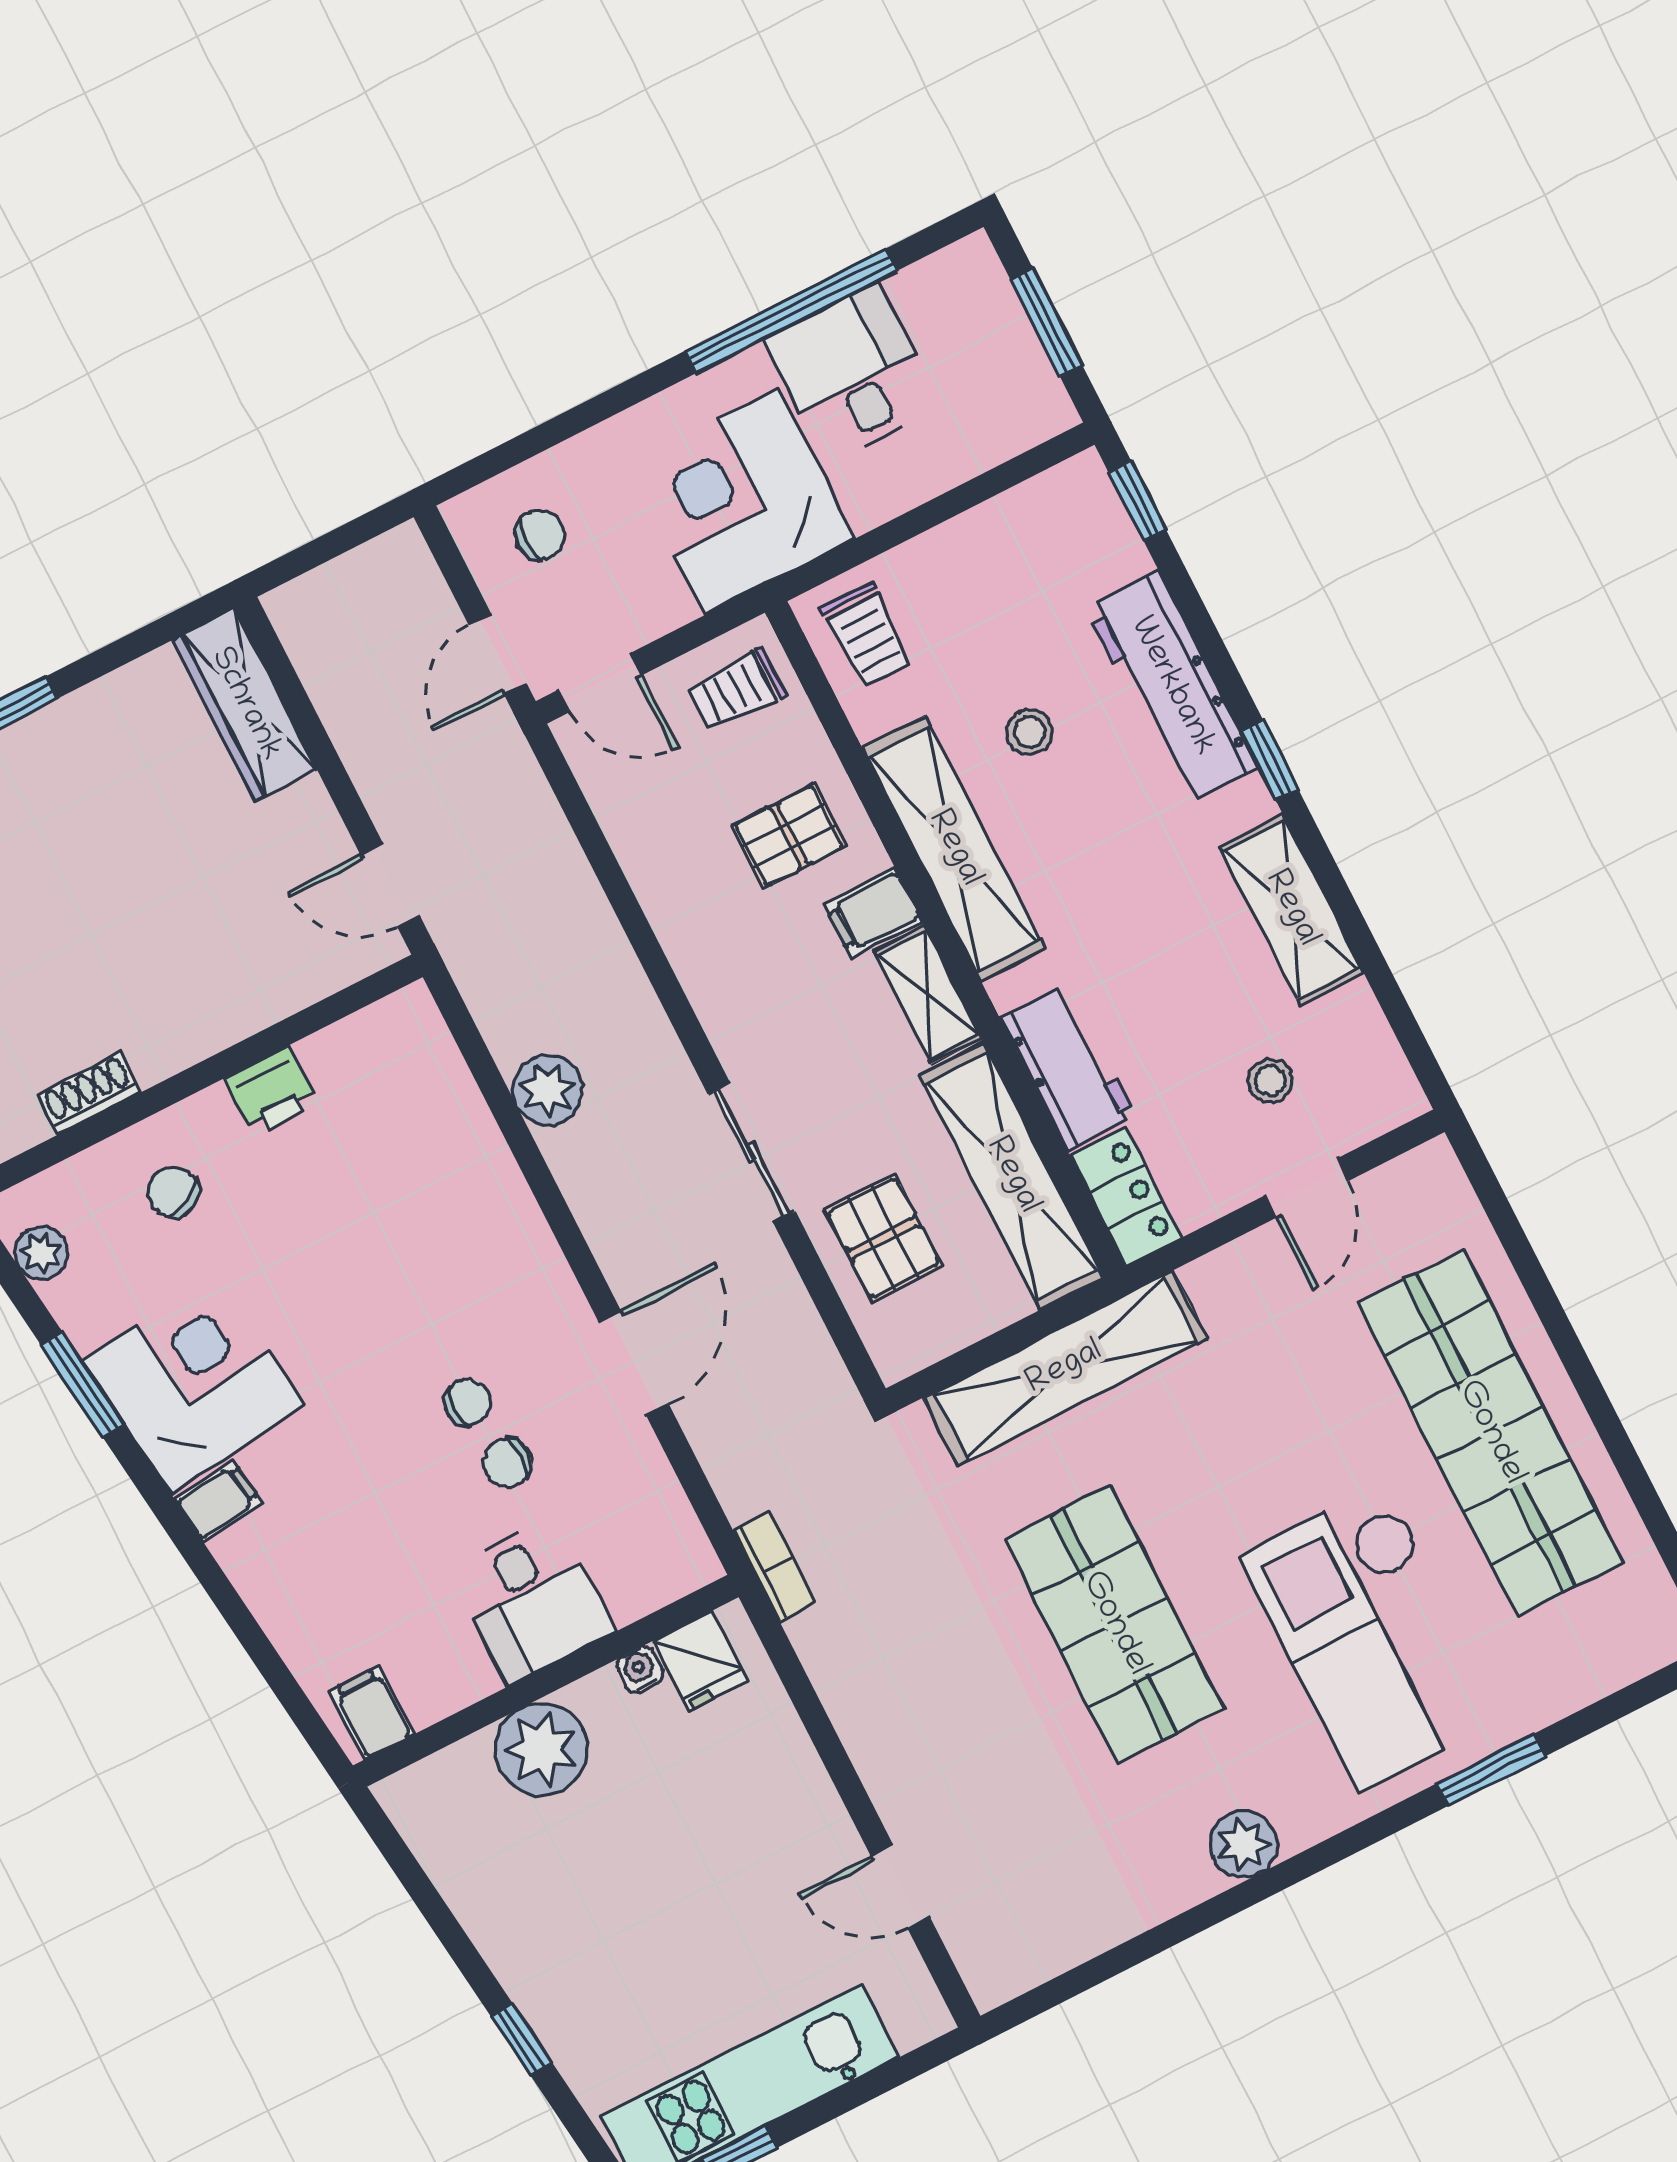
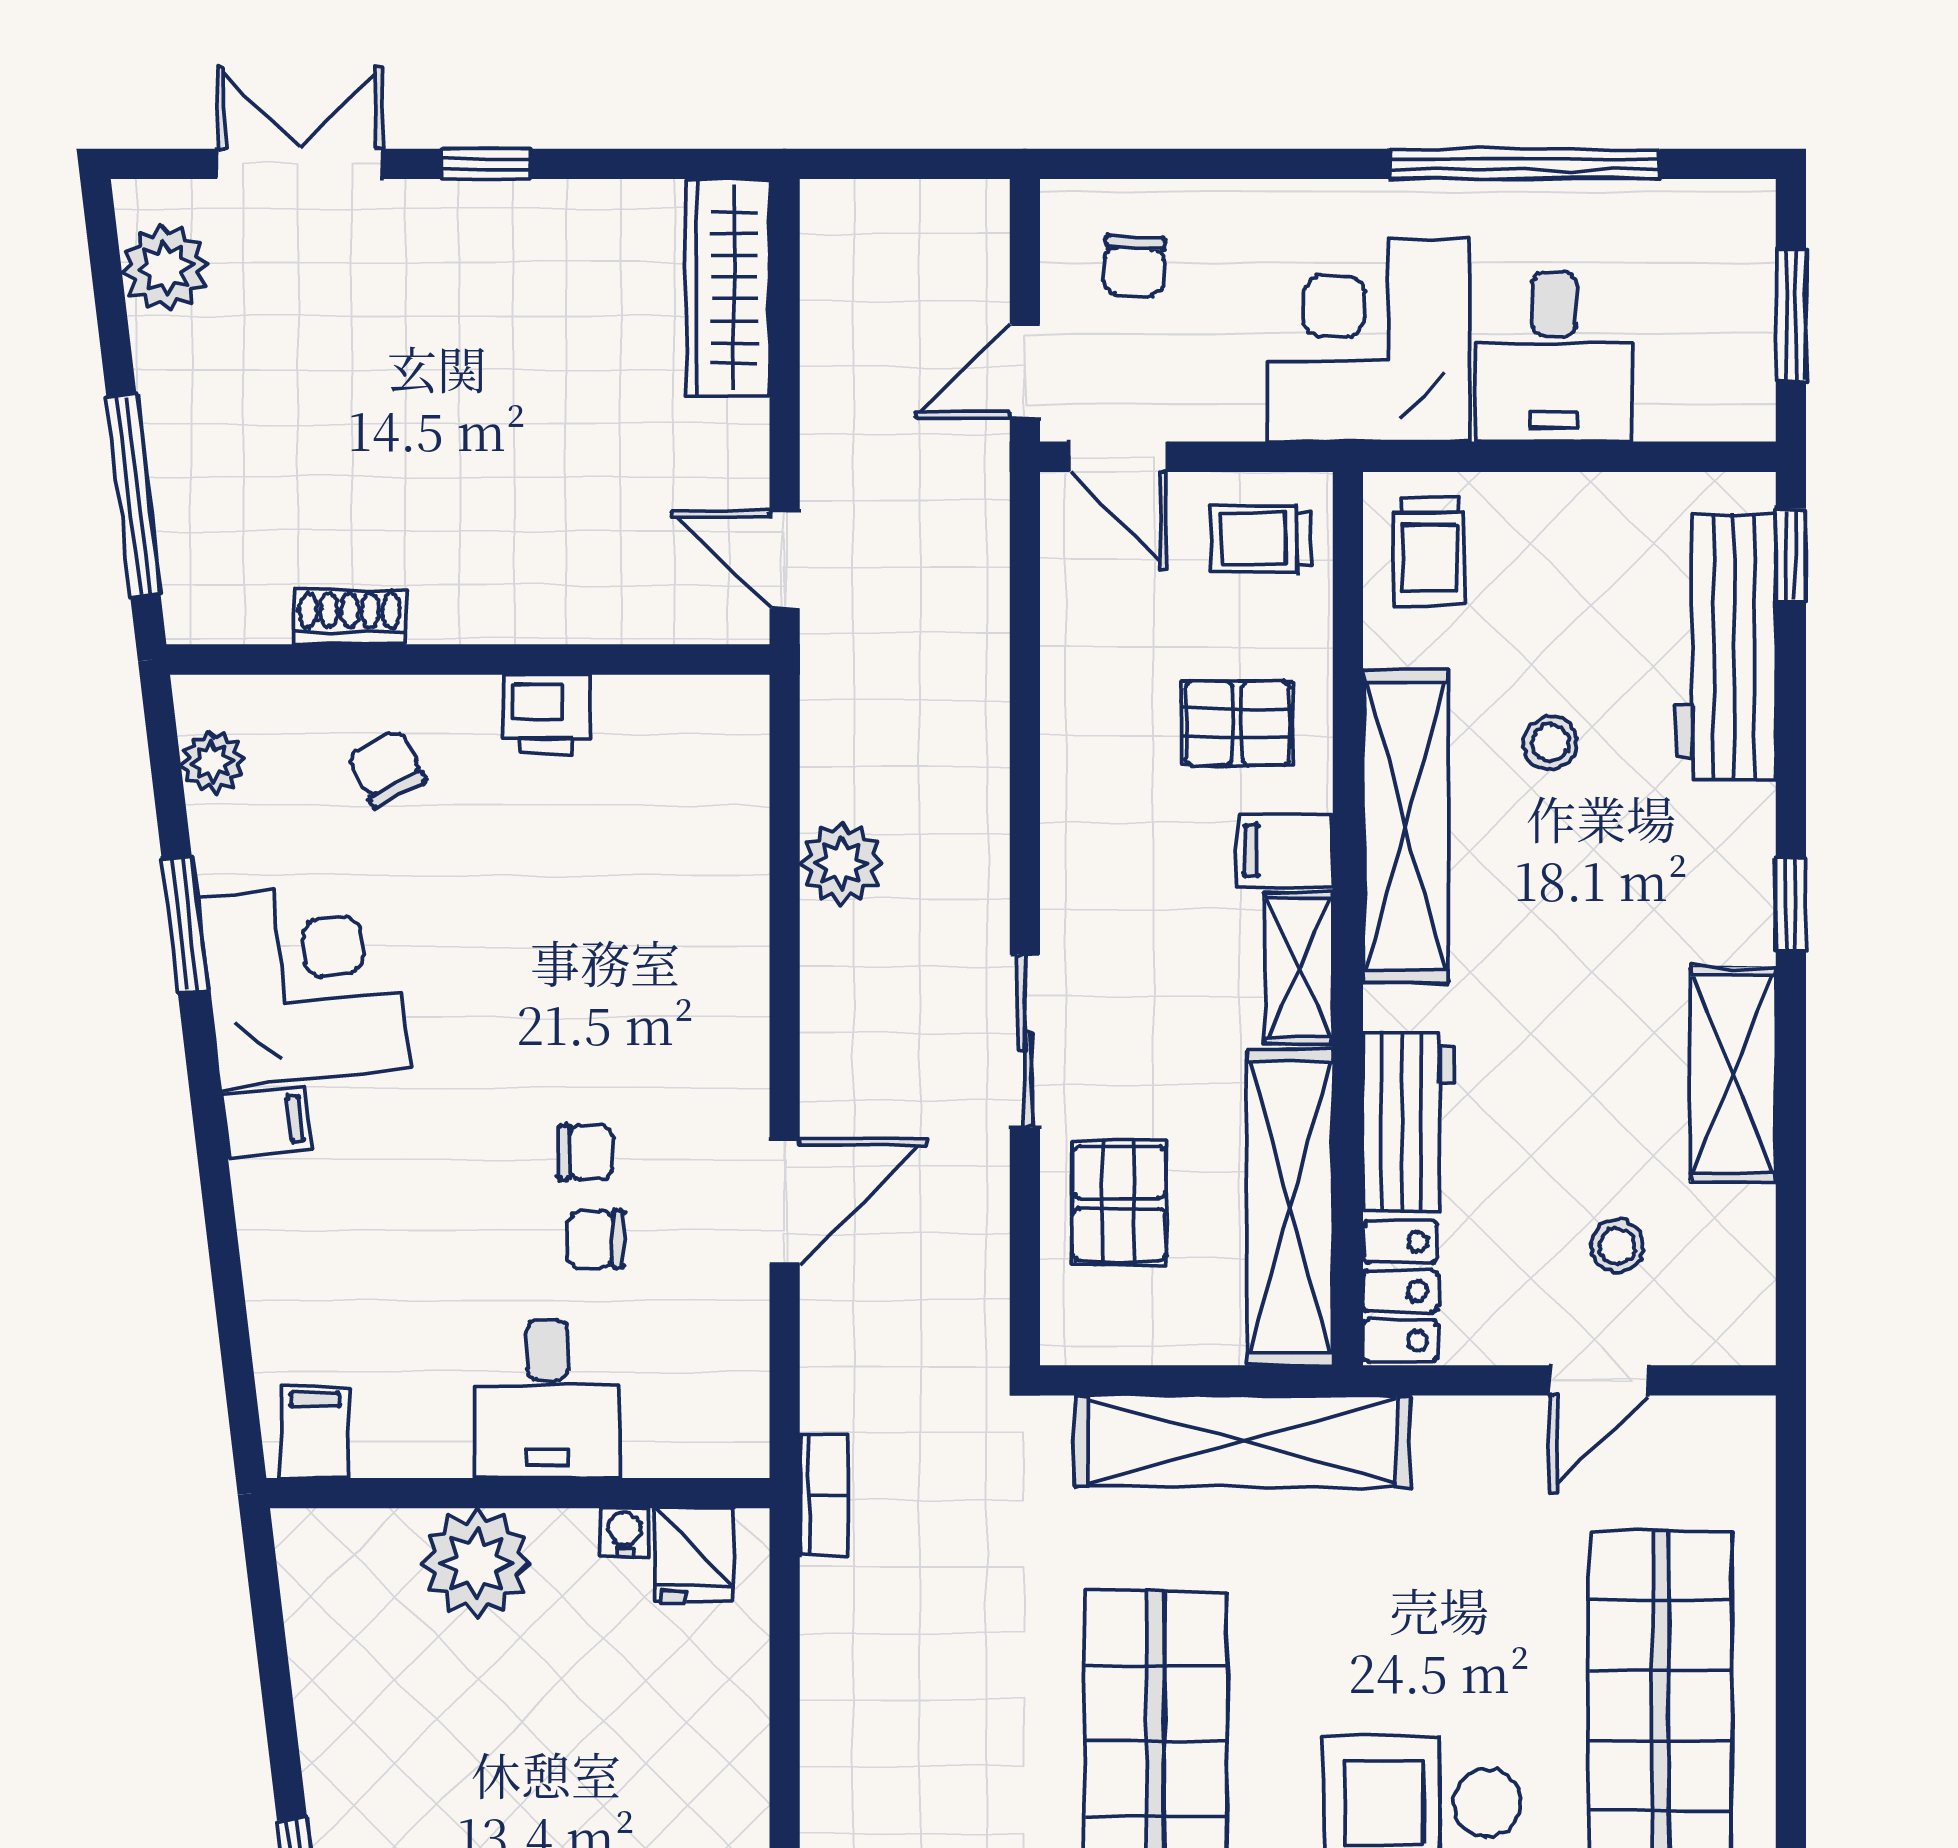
desk: (852, 373) -> (1554, 357), moved, turned 180
chair: (539, 535) -> (1134, 266), turned 93
workbench: (1172, 687) -> (1726, 647), moved

